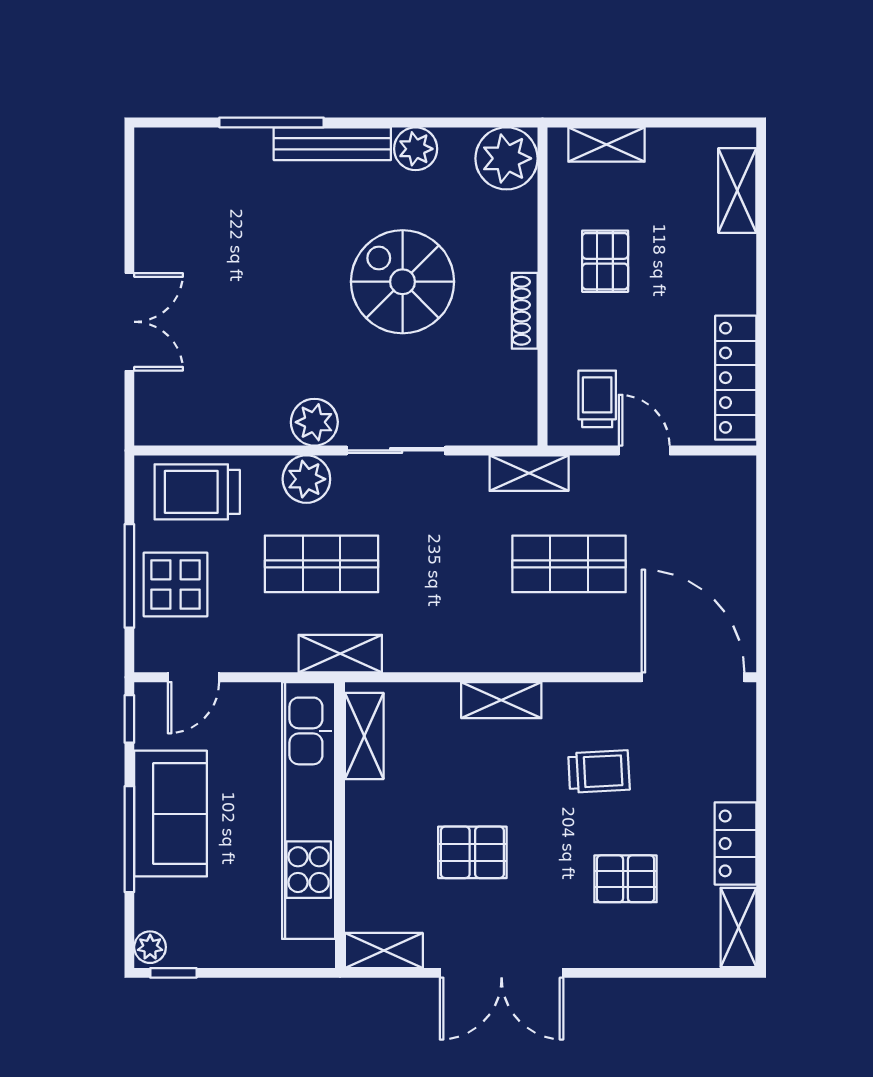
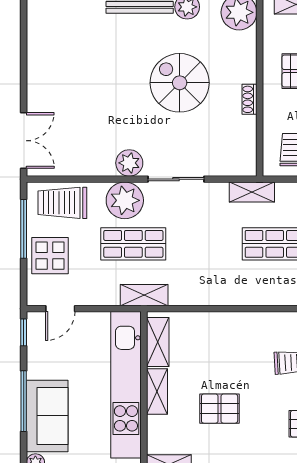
shoe rack: (525, 311) -> (249, 99), width x0.70
double door: (129, 322) -> (24, 141), moved
plant: (306, 479) -> (125, 200), width x1.36, depth x1.36
window: (129, 576) -> (24, 229), moved
shelving: (501, 700) -> (157, 391), moved, turned 90
sofa: (171, 814) -> (47, 416), moved

